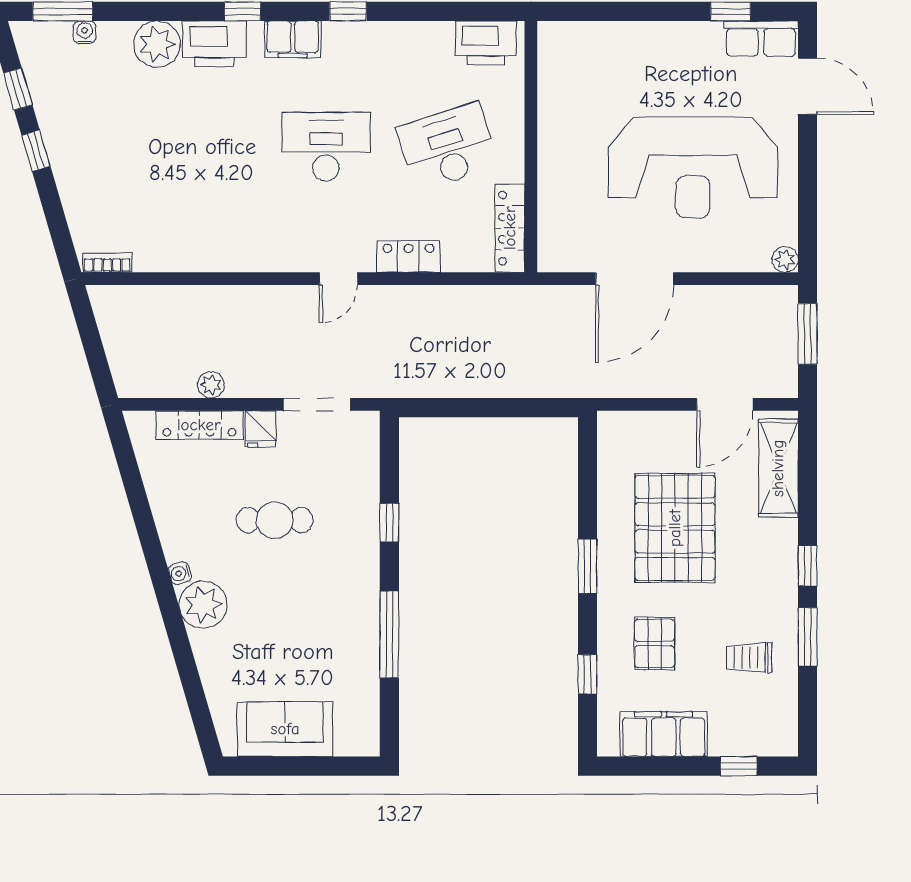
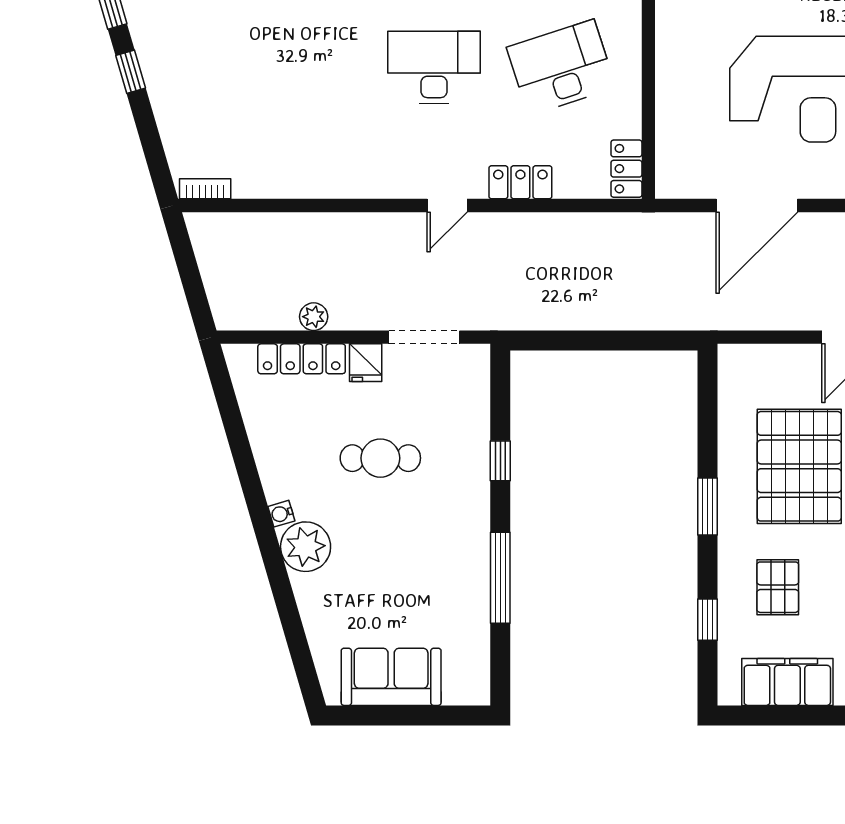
locker: (510, 228) -> (626, 169), width x0.66

